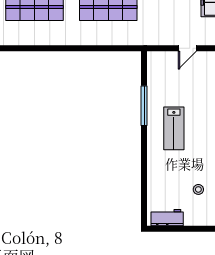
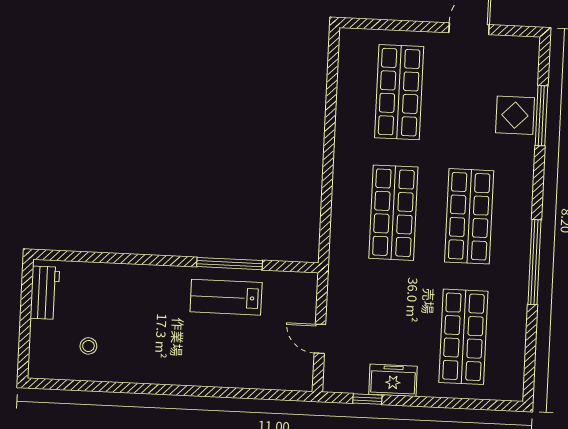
lab bench: (174, 128) -> (226, 297), moved

